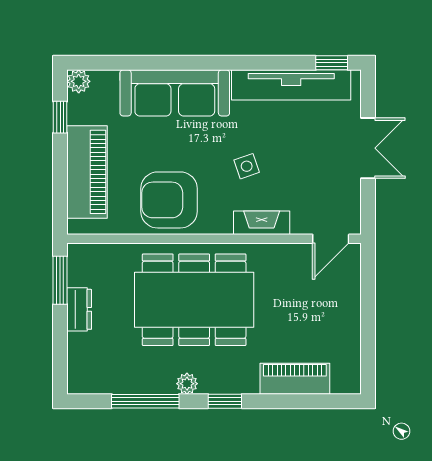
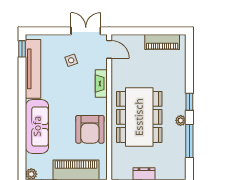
double door: (368, 148) -> (86, 31), moved
side table: (247, 166) -> (71, 60), moved
piano: (295, 379) -> (162, 42), moved, turned -90

